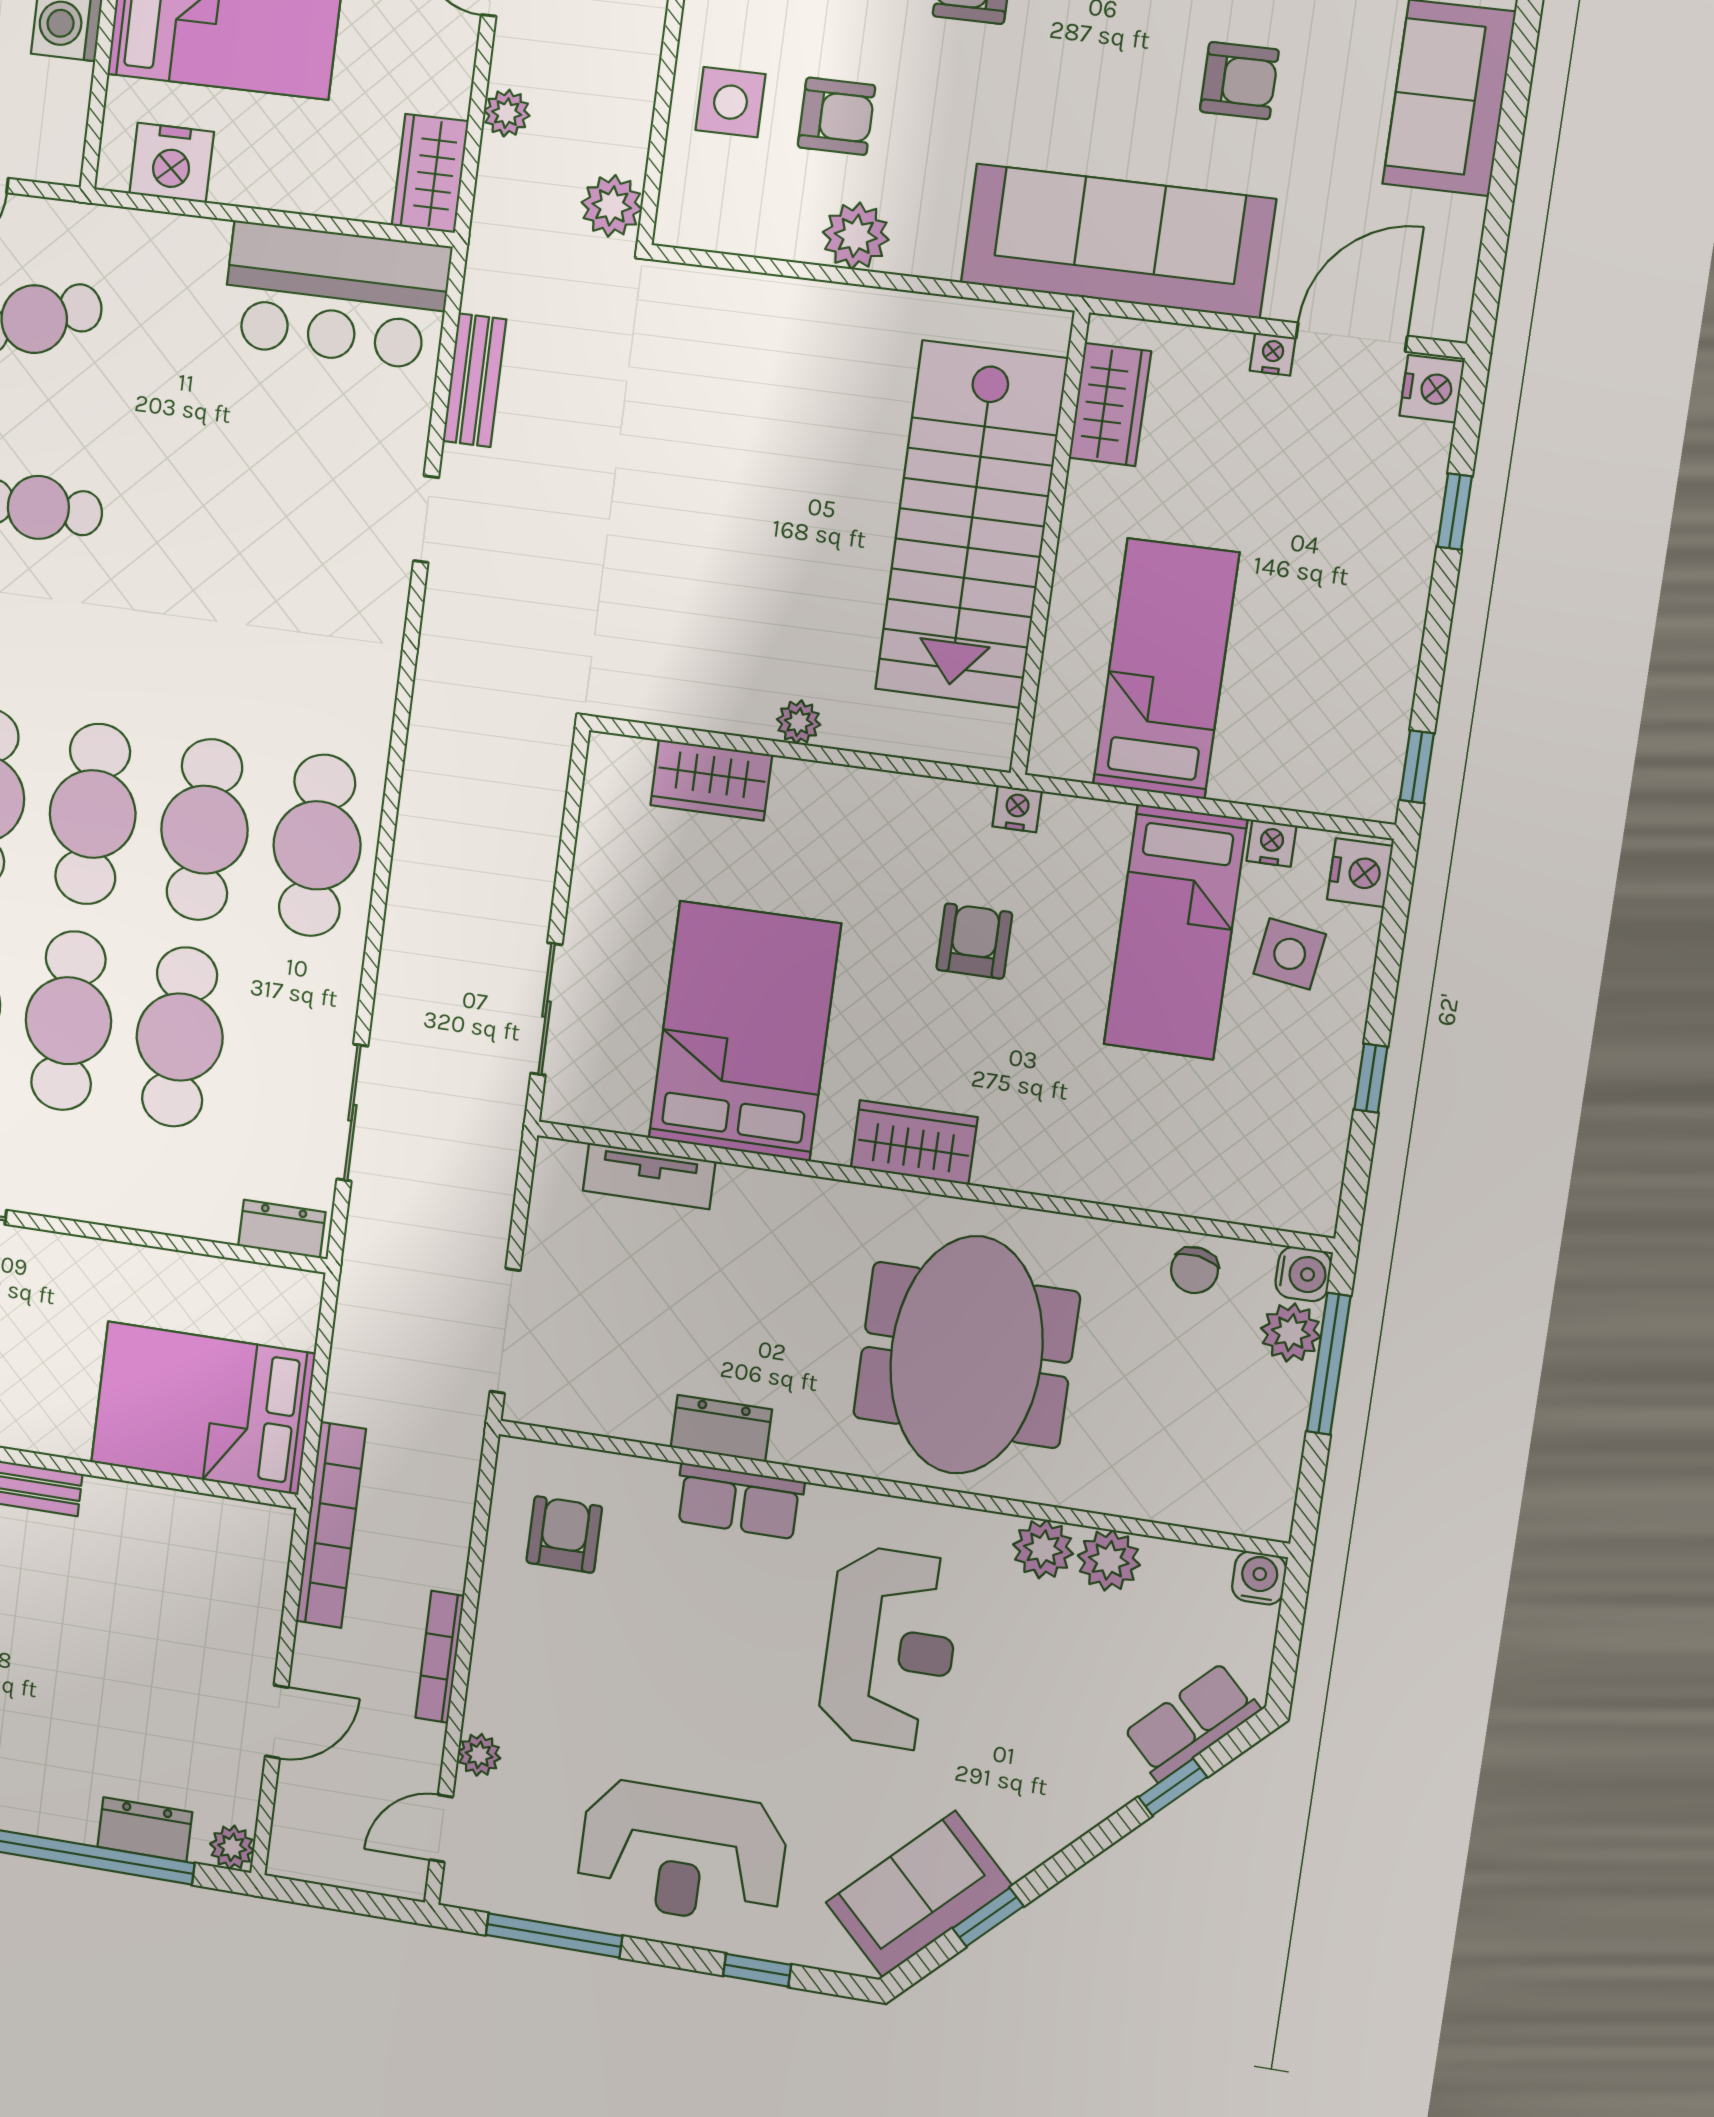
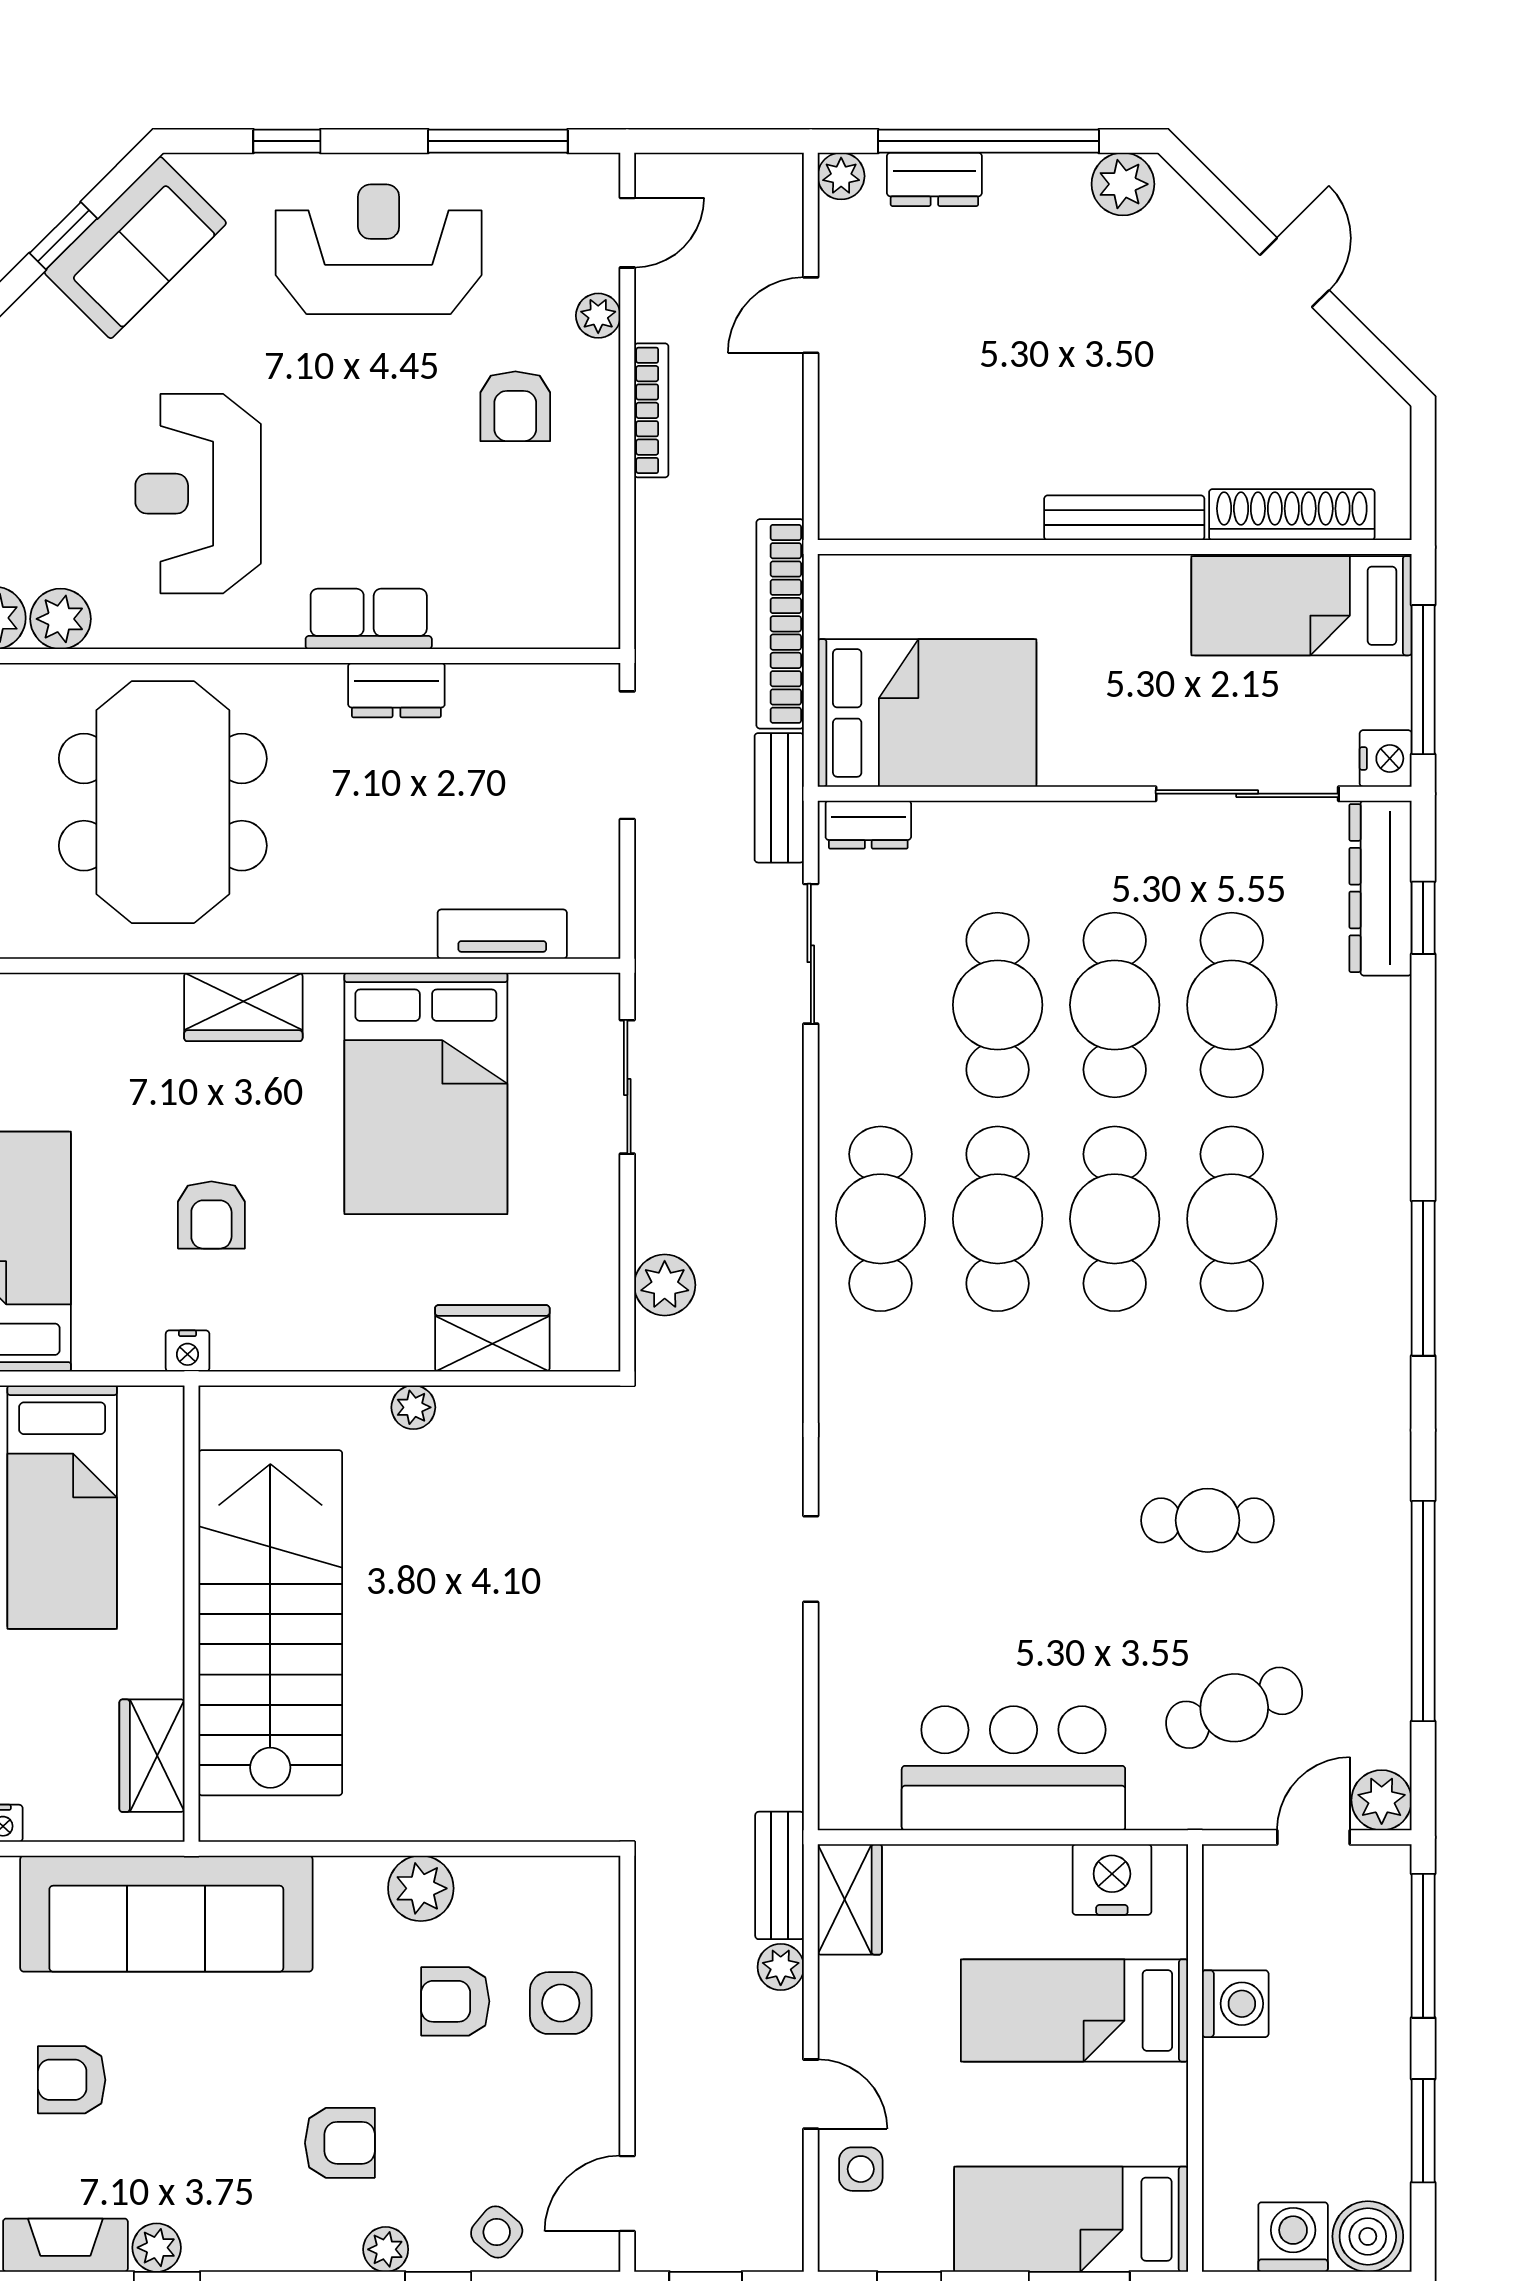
plant: (612, 206) -> (665, 1285), moved
bar counter: (336, 296) -> (1013, 1768), moved
bench: (474, 380) -> (780, 1875), moved
bench: (364, 1268) -> (779, 798), added
bed: (203, 1408) -> (927, 713), moved
bookcase: (331, 1525) -> (780, 624), moved
armchair: (564, 1534) -> (515, 406), moved

